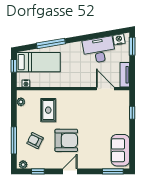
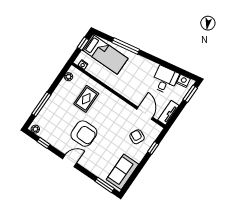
desk: (99, 50) -> (165, 80), width x0.73
armchair: (35, 141) -> (137, 137), moved

